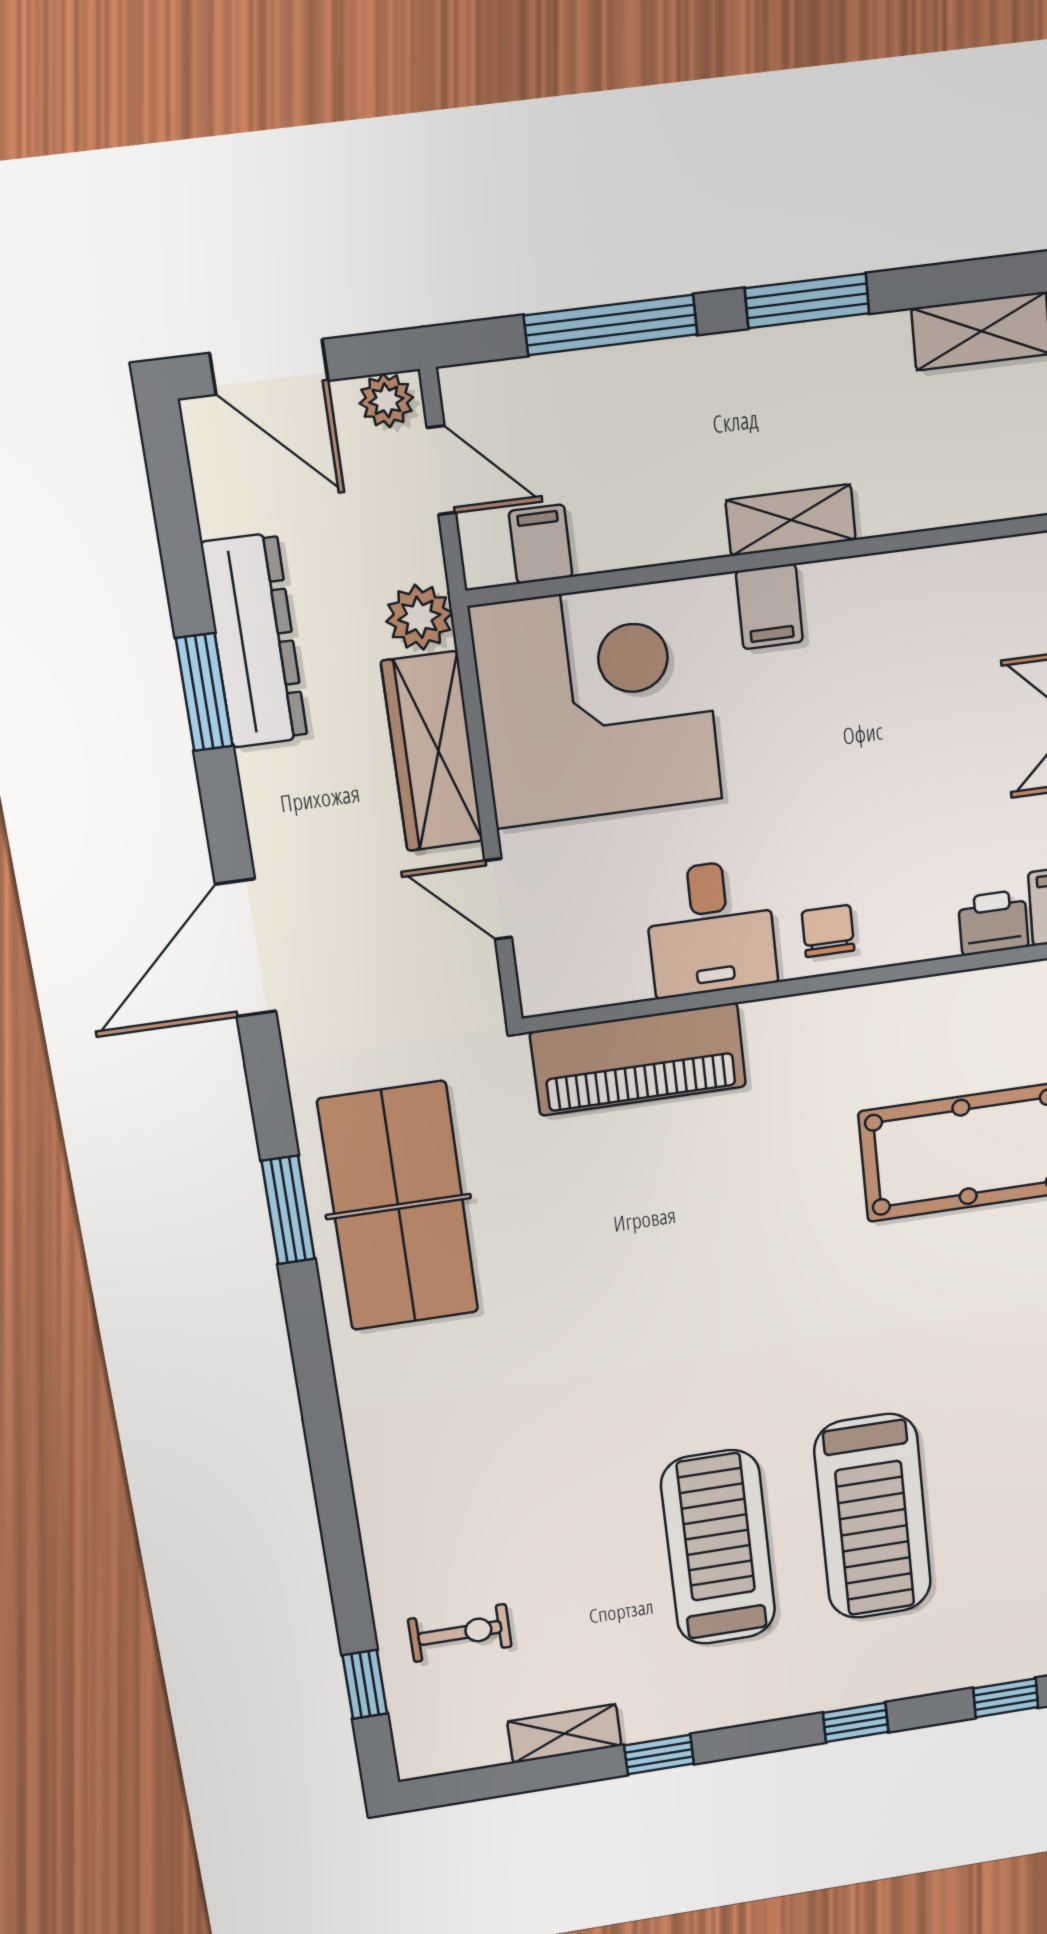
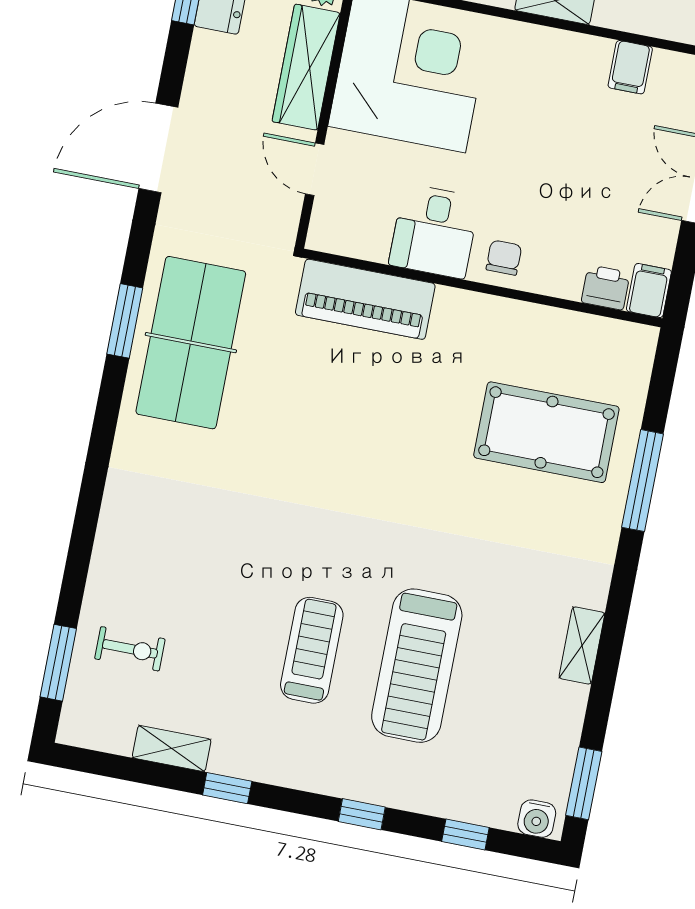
filing cabinet: (769, 607) -> (630, 67), moved
treadmill: (718, 1548) -> (312, 650), width x0.73, depth x0.73
window: (365, 1684) -> (58, 663), width x1.50

